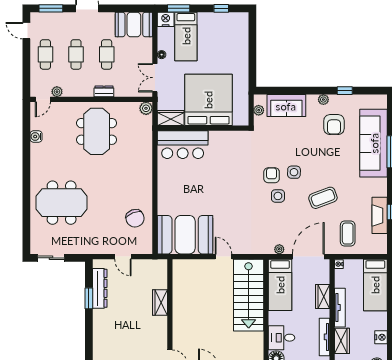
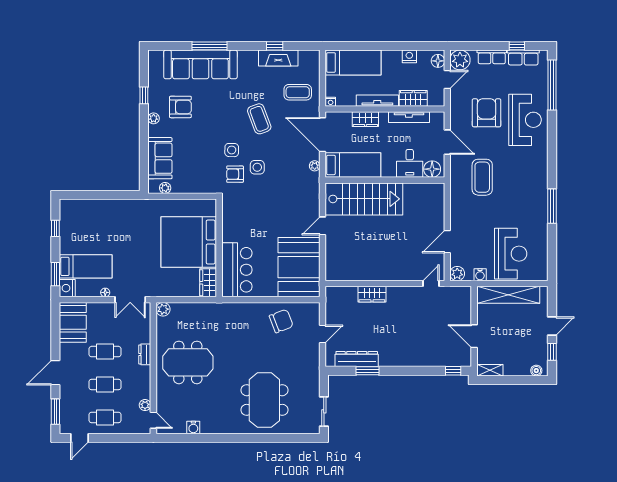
bed: (208, 100) -> (189, 242), moved
wardrobe: (171, 118) -> (208, 283), moved
wall: (203, 128) -> (219, 248), moved
bar counter: (183, 145) -> (237, 270), moved

